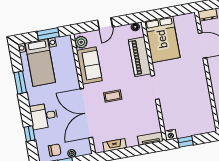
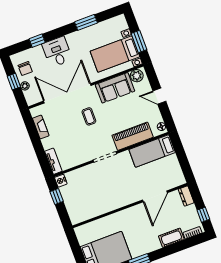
bed: (162, 39) -> (152, 151), width x0.67
bed with nightstands: (40, 63) -> (115, 54), moved

